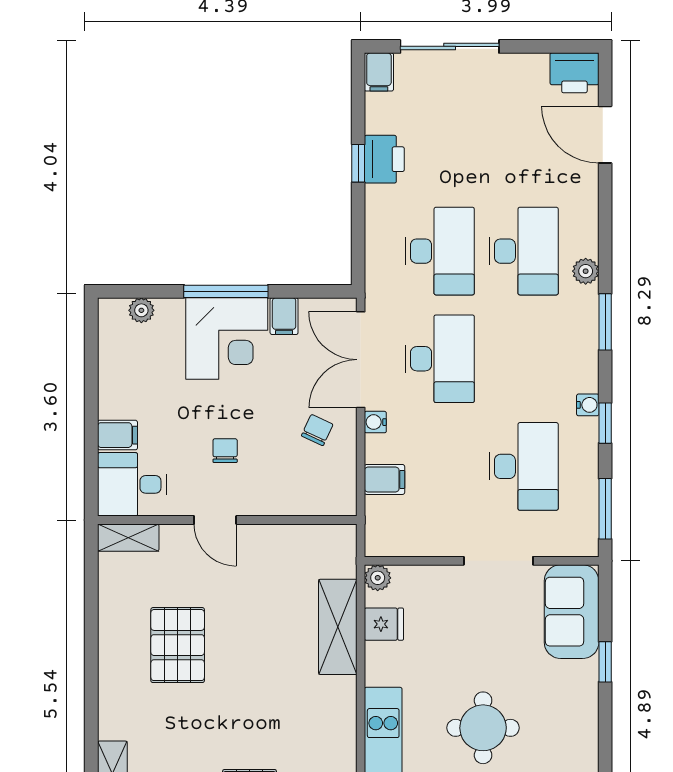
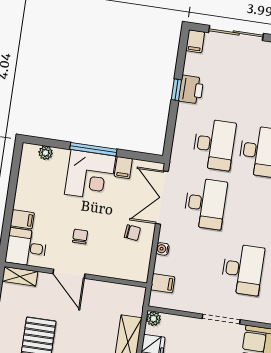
water cooler: (375, 422) -> (163, 249), moved
chair: (317, 430) -> (132, 233), turned 71
filing cabinet: (385, 479) -> (163, 283), moved
door: (215, 520) -> (69, 274), width x1.38

